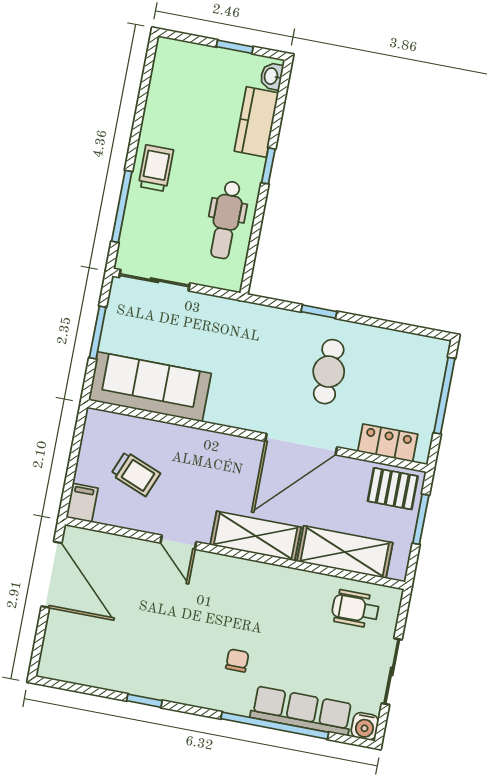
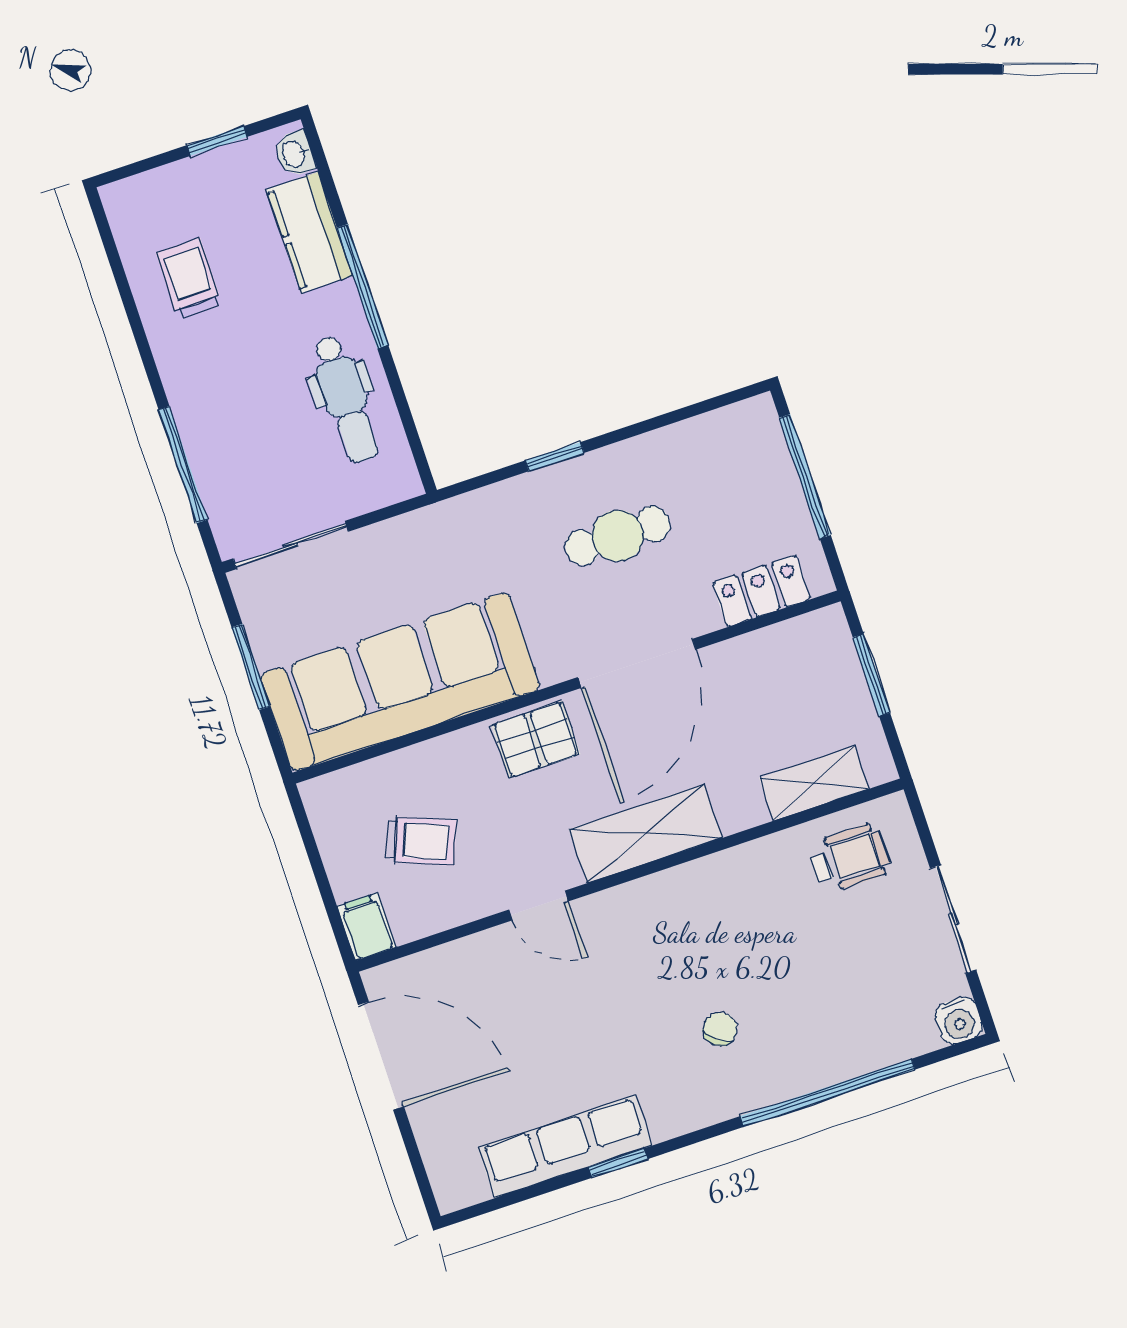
window: (268, 166) -> (363, 286), width x2.17
trolley: (156, 168) -> (189, 279), moved
cafe table: (329, 372) -> (618, 536), turned 90
sofa: (150, 387) -> (400, 682), width x1.36, depth x1.27
pallet: (393, 489) -> (536, 739), moved
shelving: (345, 552) -> (814, 783), width x0.67, depth x0.75
wheelchair: (355, 609) -> (849, 858), turned 180
chair: (237, 660) -> (720, 1029), turned 40
row of seats: (302, 711) -> (565, 1146), moved

